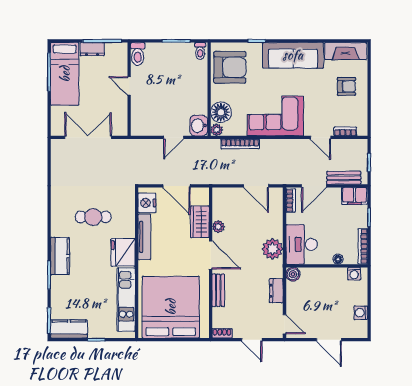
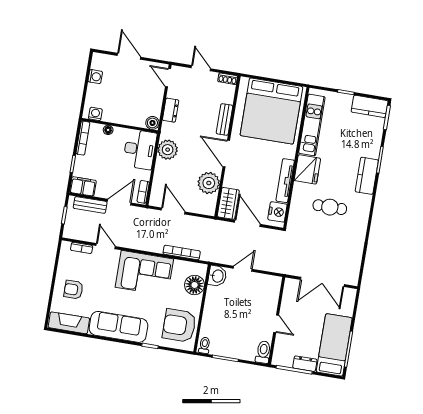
plant: (217, 130) -> (201, 269), removed
wardrobe: (200, 222) -> (228, 203), moved
plant: (218, 227) -> (209, 183), width x1.88, depth x1.88

